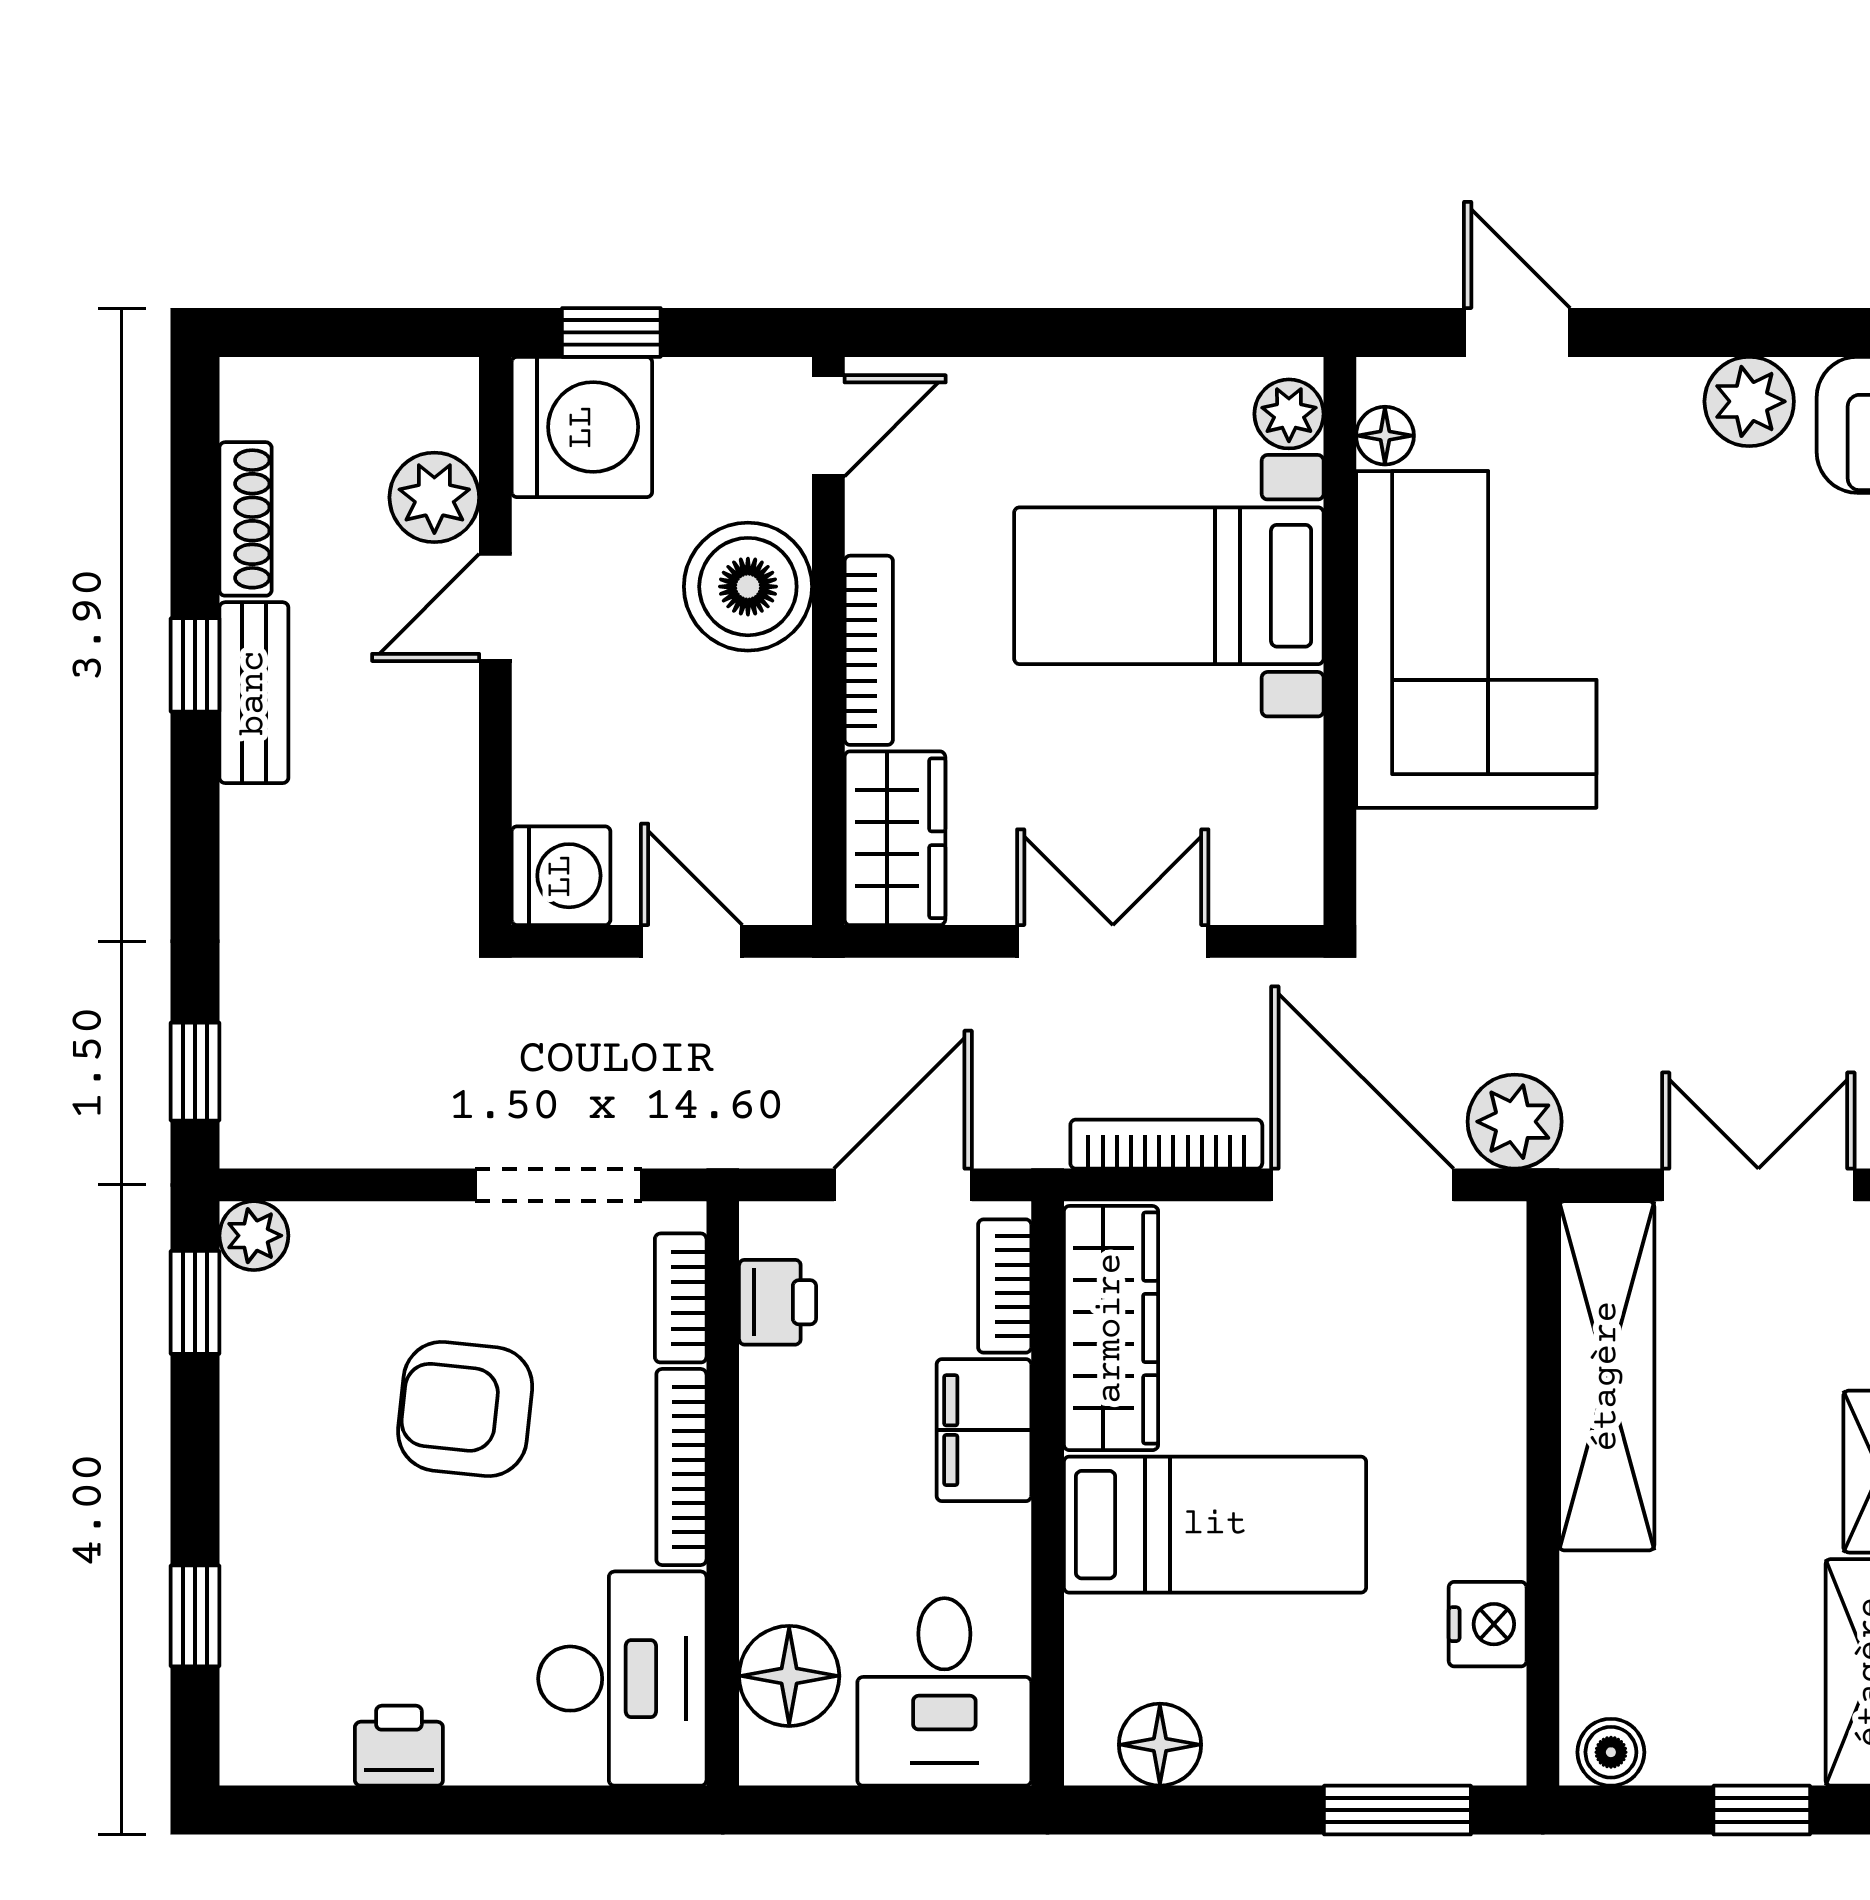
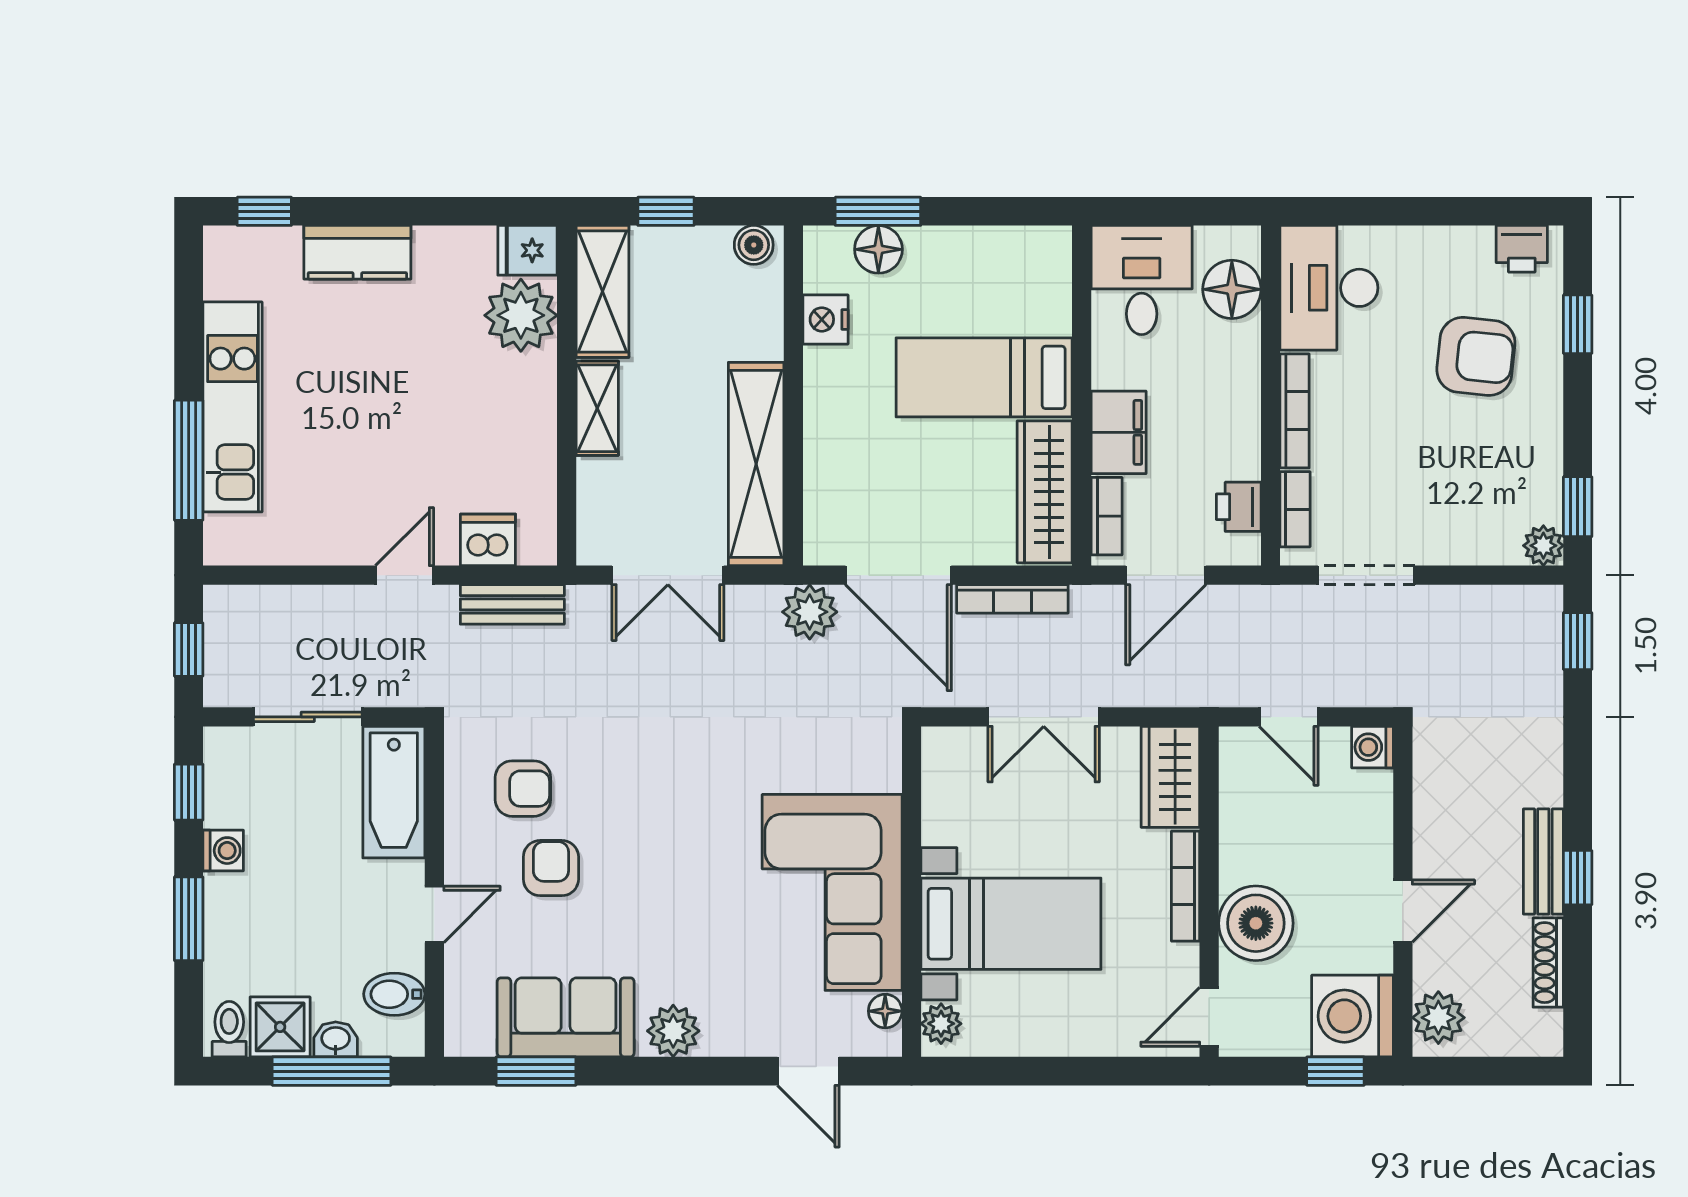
plant: (434, 497) -> (1438, 1018), moved
washing machine: (561, 876) -> (1372, 747), width x0.73, depth x0.73
armchair: (465, 1409) -> (1476, 356), moved
floor lamp: (1160, 1745) -> (878, 249), moved
printer: (399, 1746) -> (1522, 249), moved

